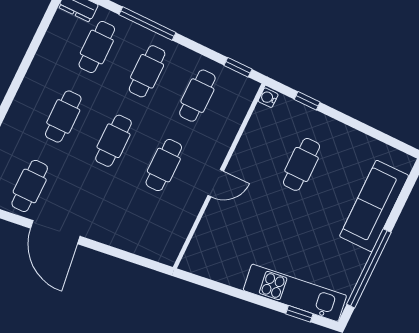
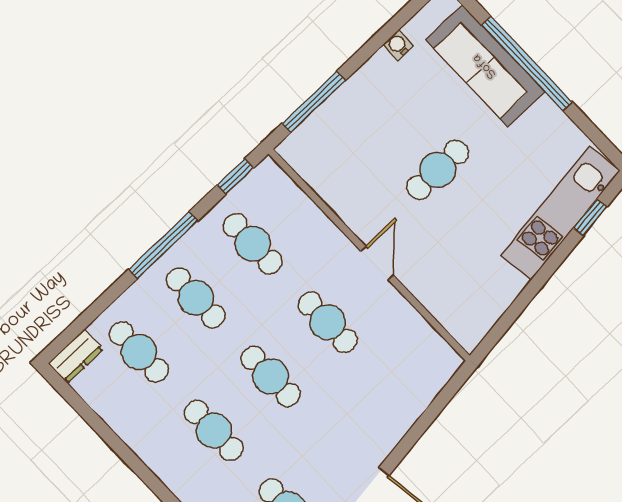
window: (147, 24) -> (163, 245), moved
water cooler: (268, 98) -> (398, 45), moved, turned 90
window: (307, 101) -> (314, 102), width x2.17
cafe table: (302, 164) -> (438, 170), moved, turned 90
window: (369, 268) -> (527, 63), moved

